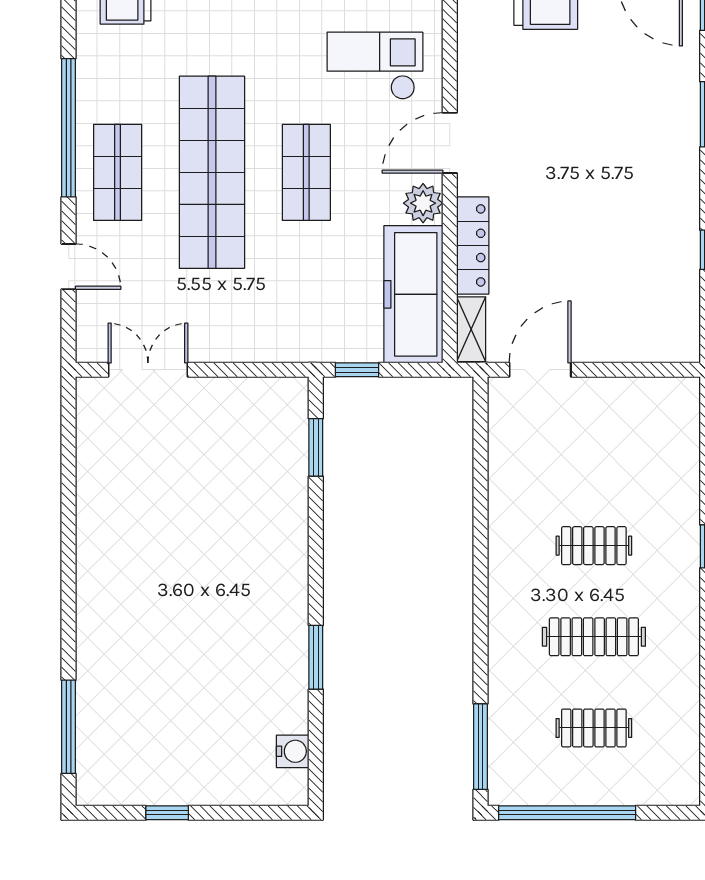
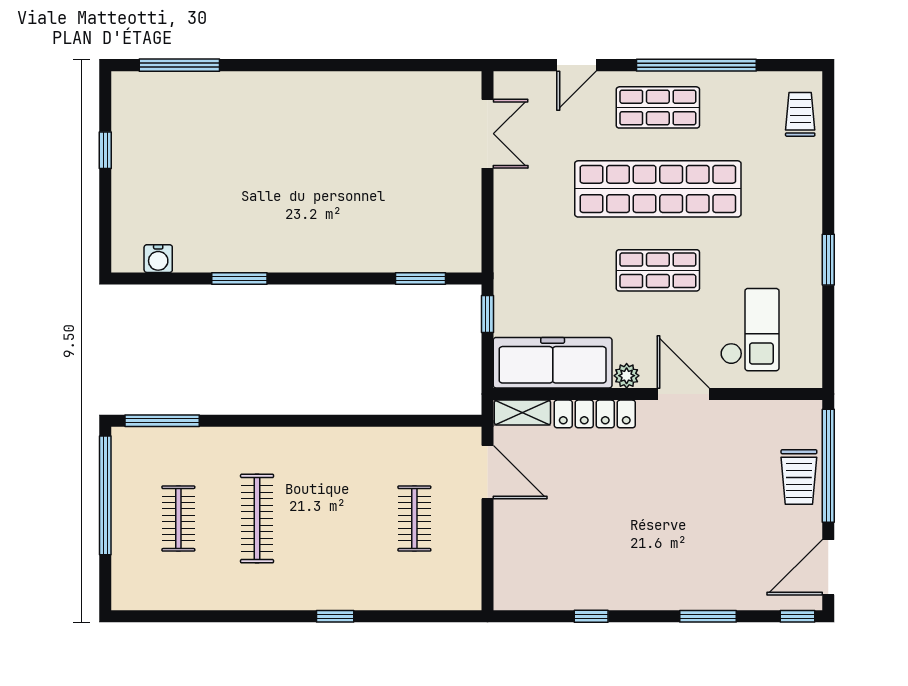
plant: (423, 203) -> (627, 376), width x0.73, depth x0.73
clothes rail: (594, 546) -> (414, 519), moved

